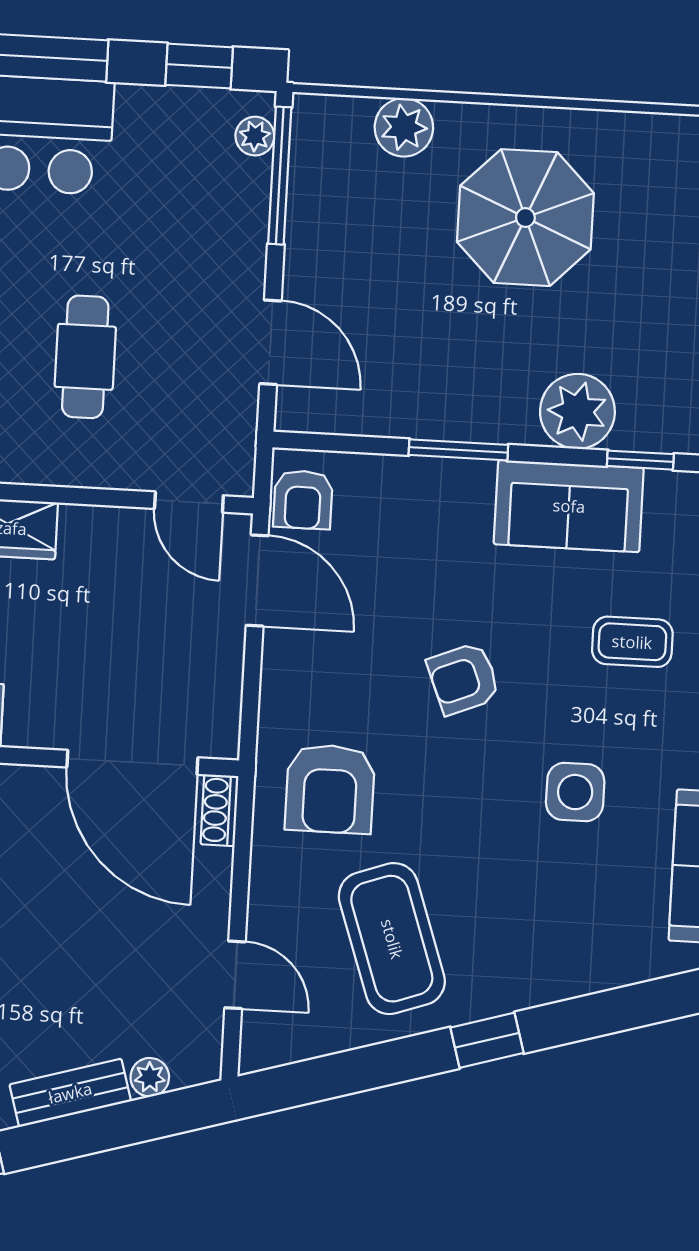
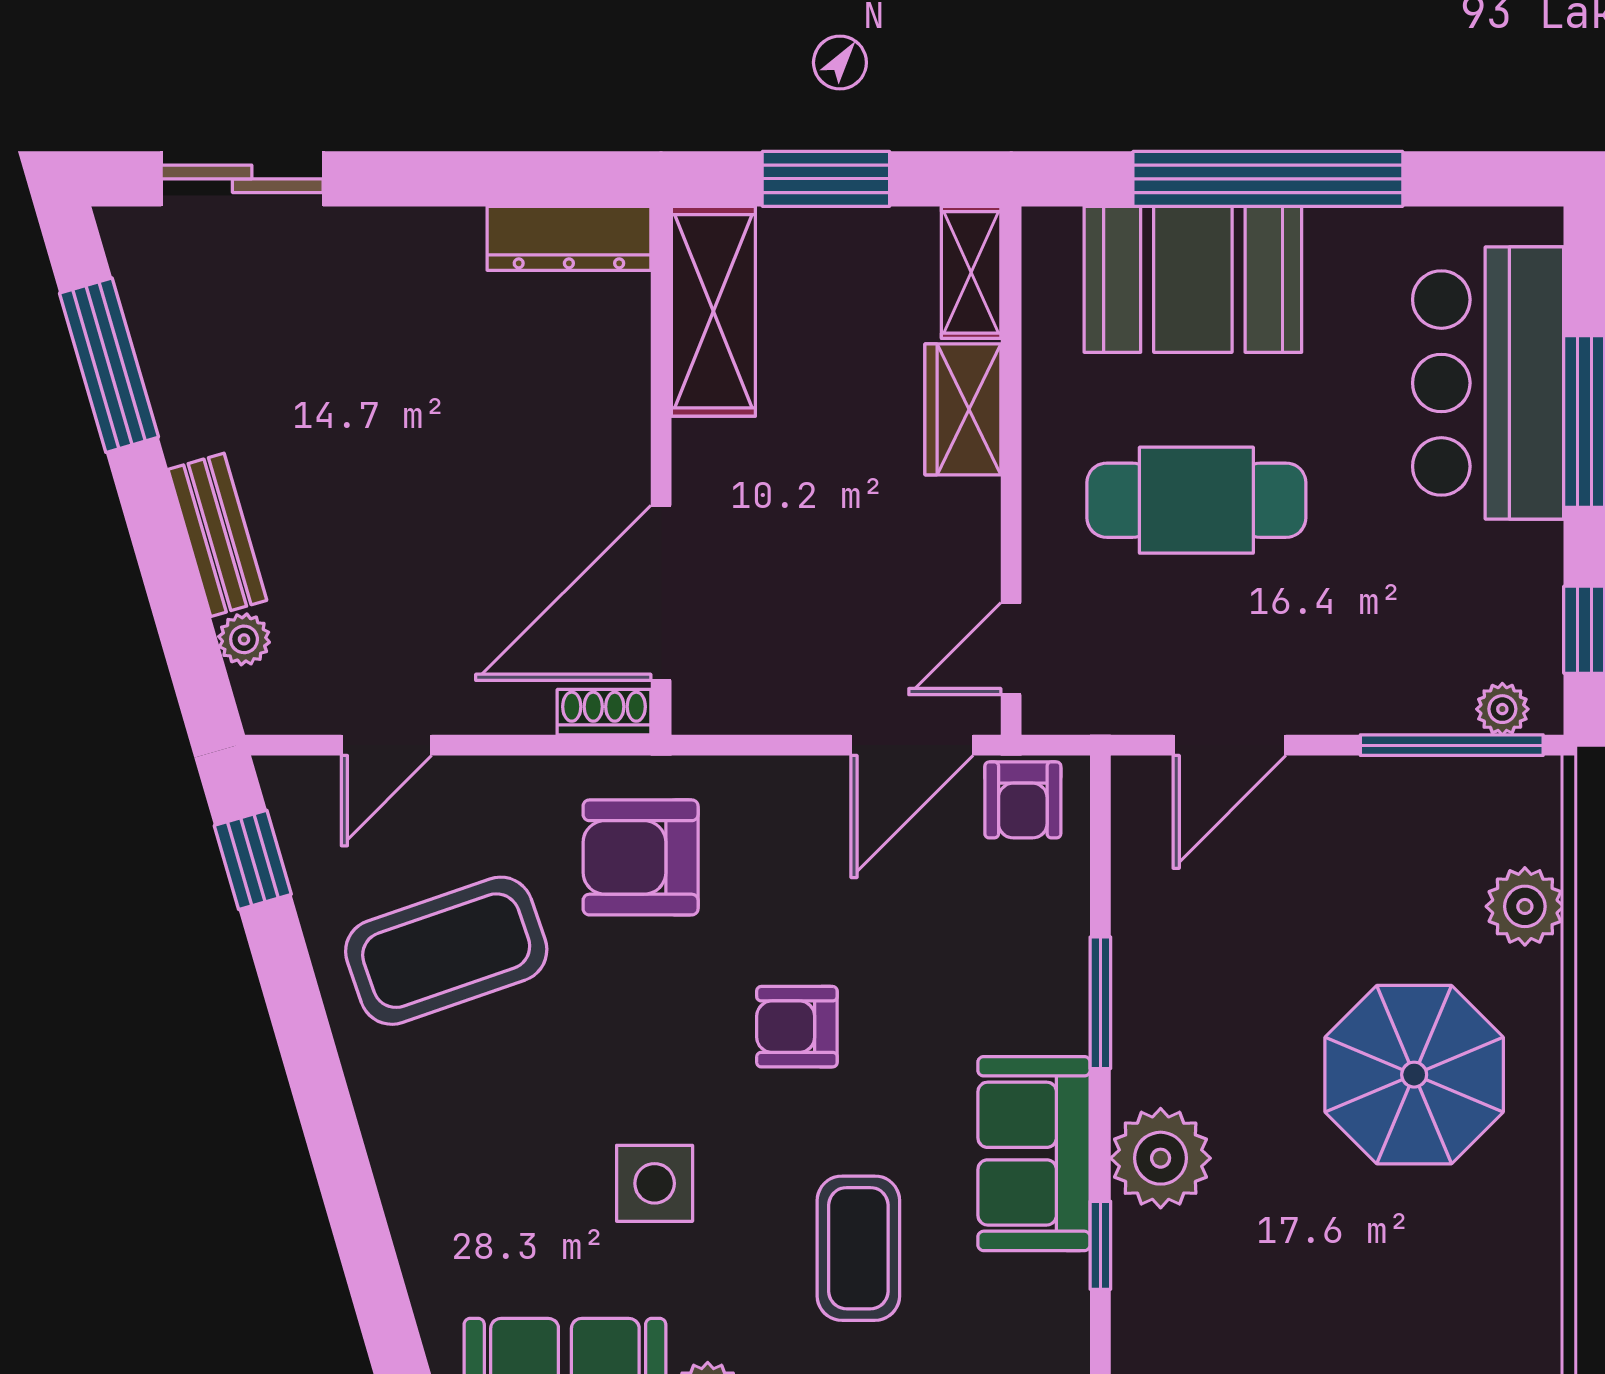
cafe table: (85, 357) -> (1196, 500), width x1.37, depth x1.35
armchair: (303, 500) -> (1023, 800), turned -90
coffee table: (632, 642) -> (858, 1248), width x1.36, depth x1.30
armchair: (464, 679) -> (797, 1027), turned -68
window: (487, 1040) -> (253, 860), moved

